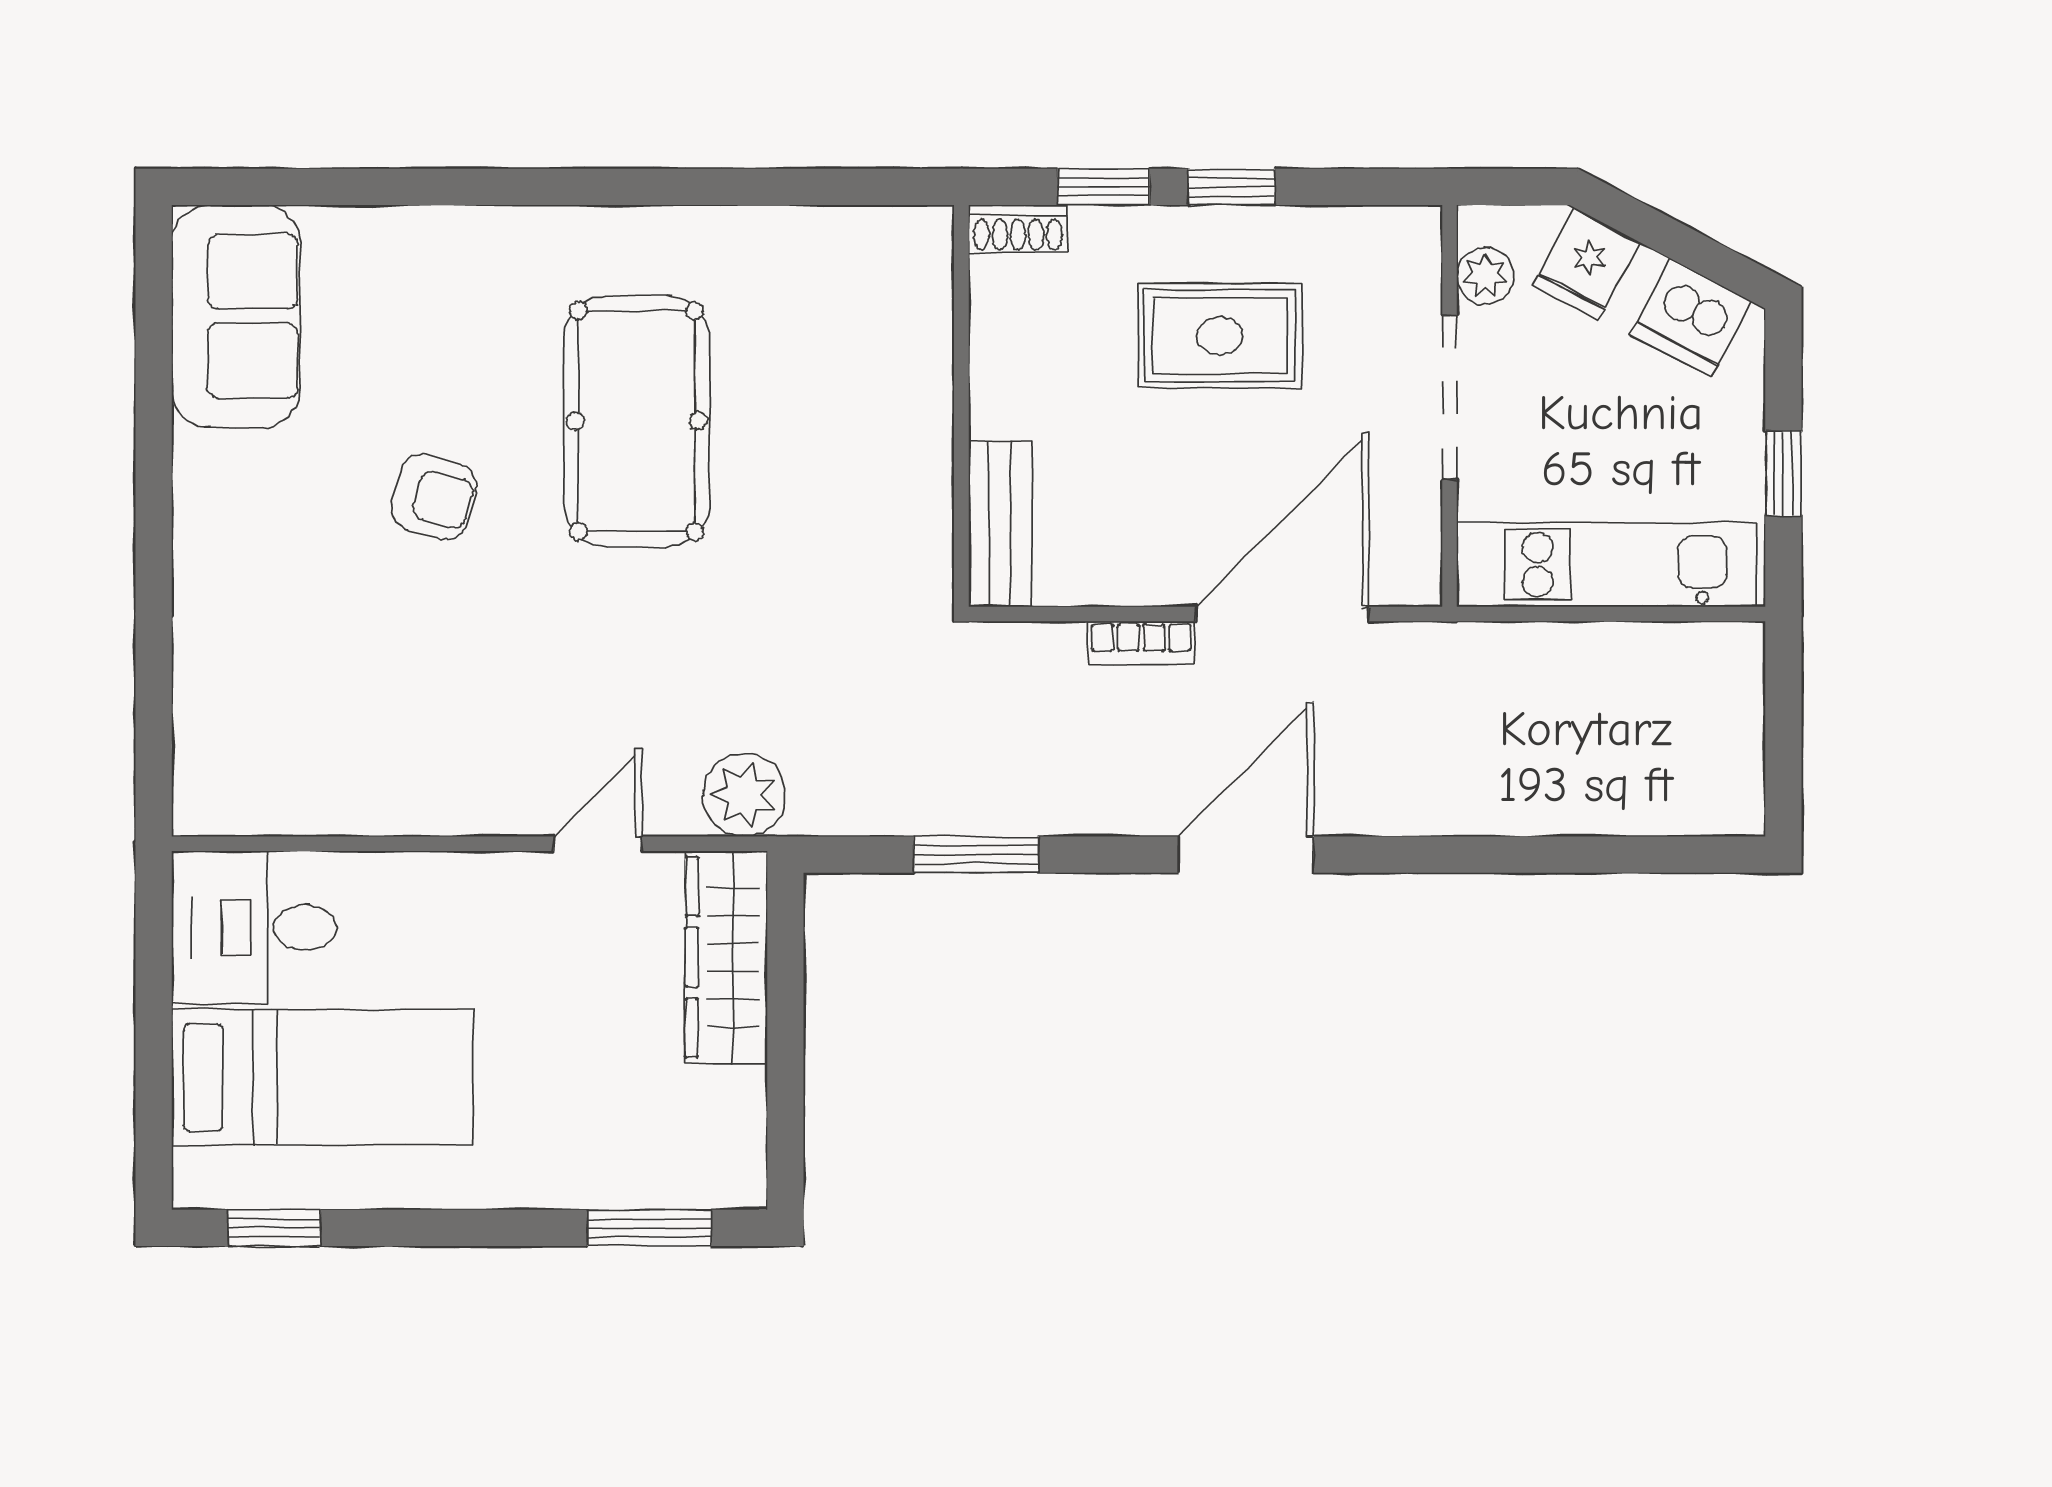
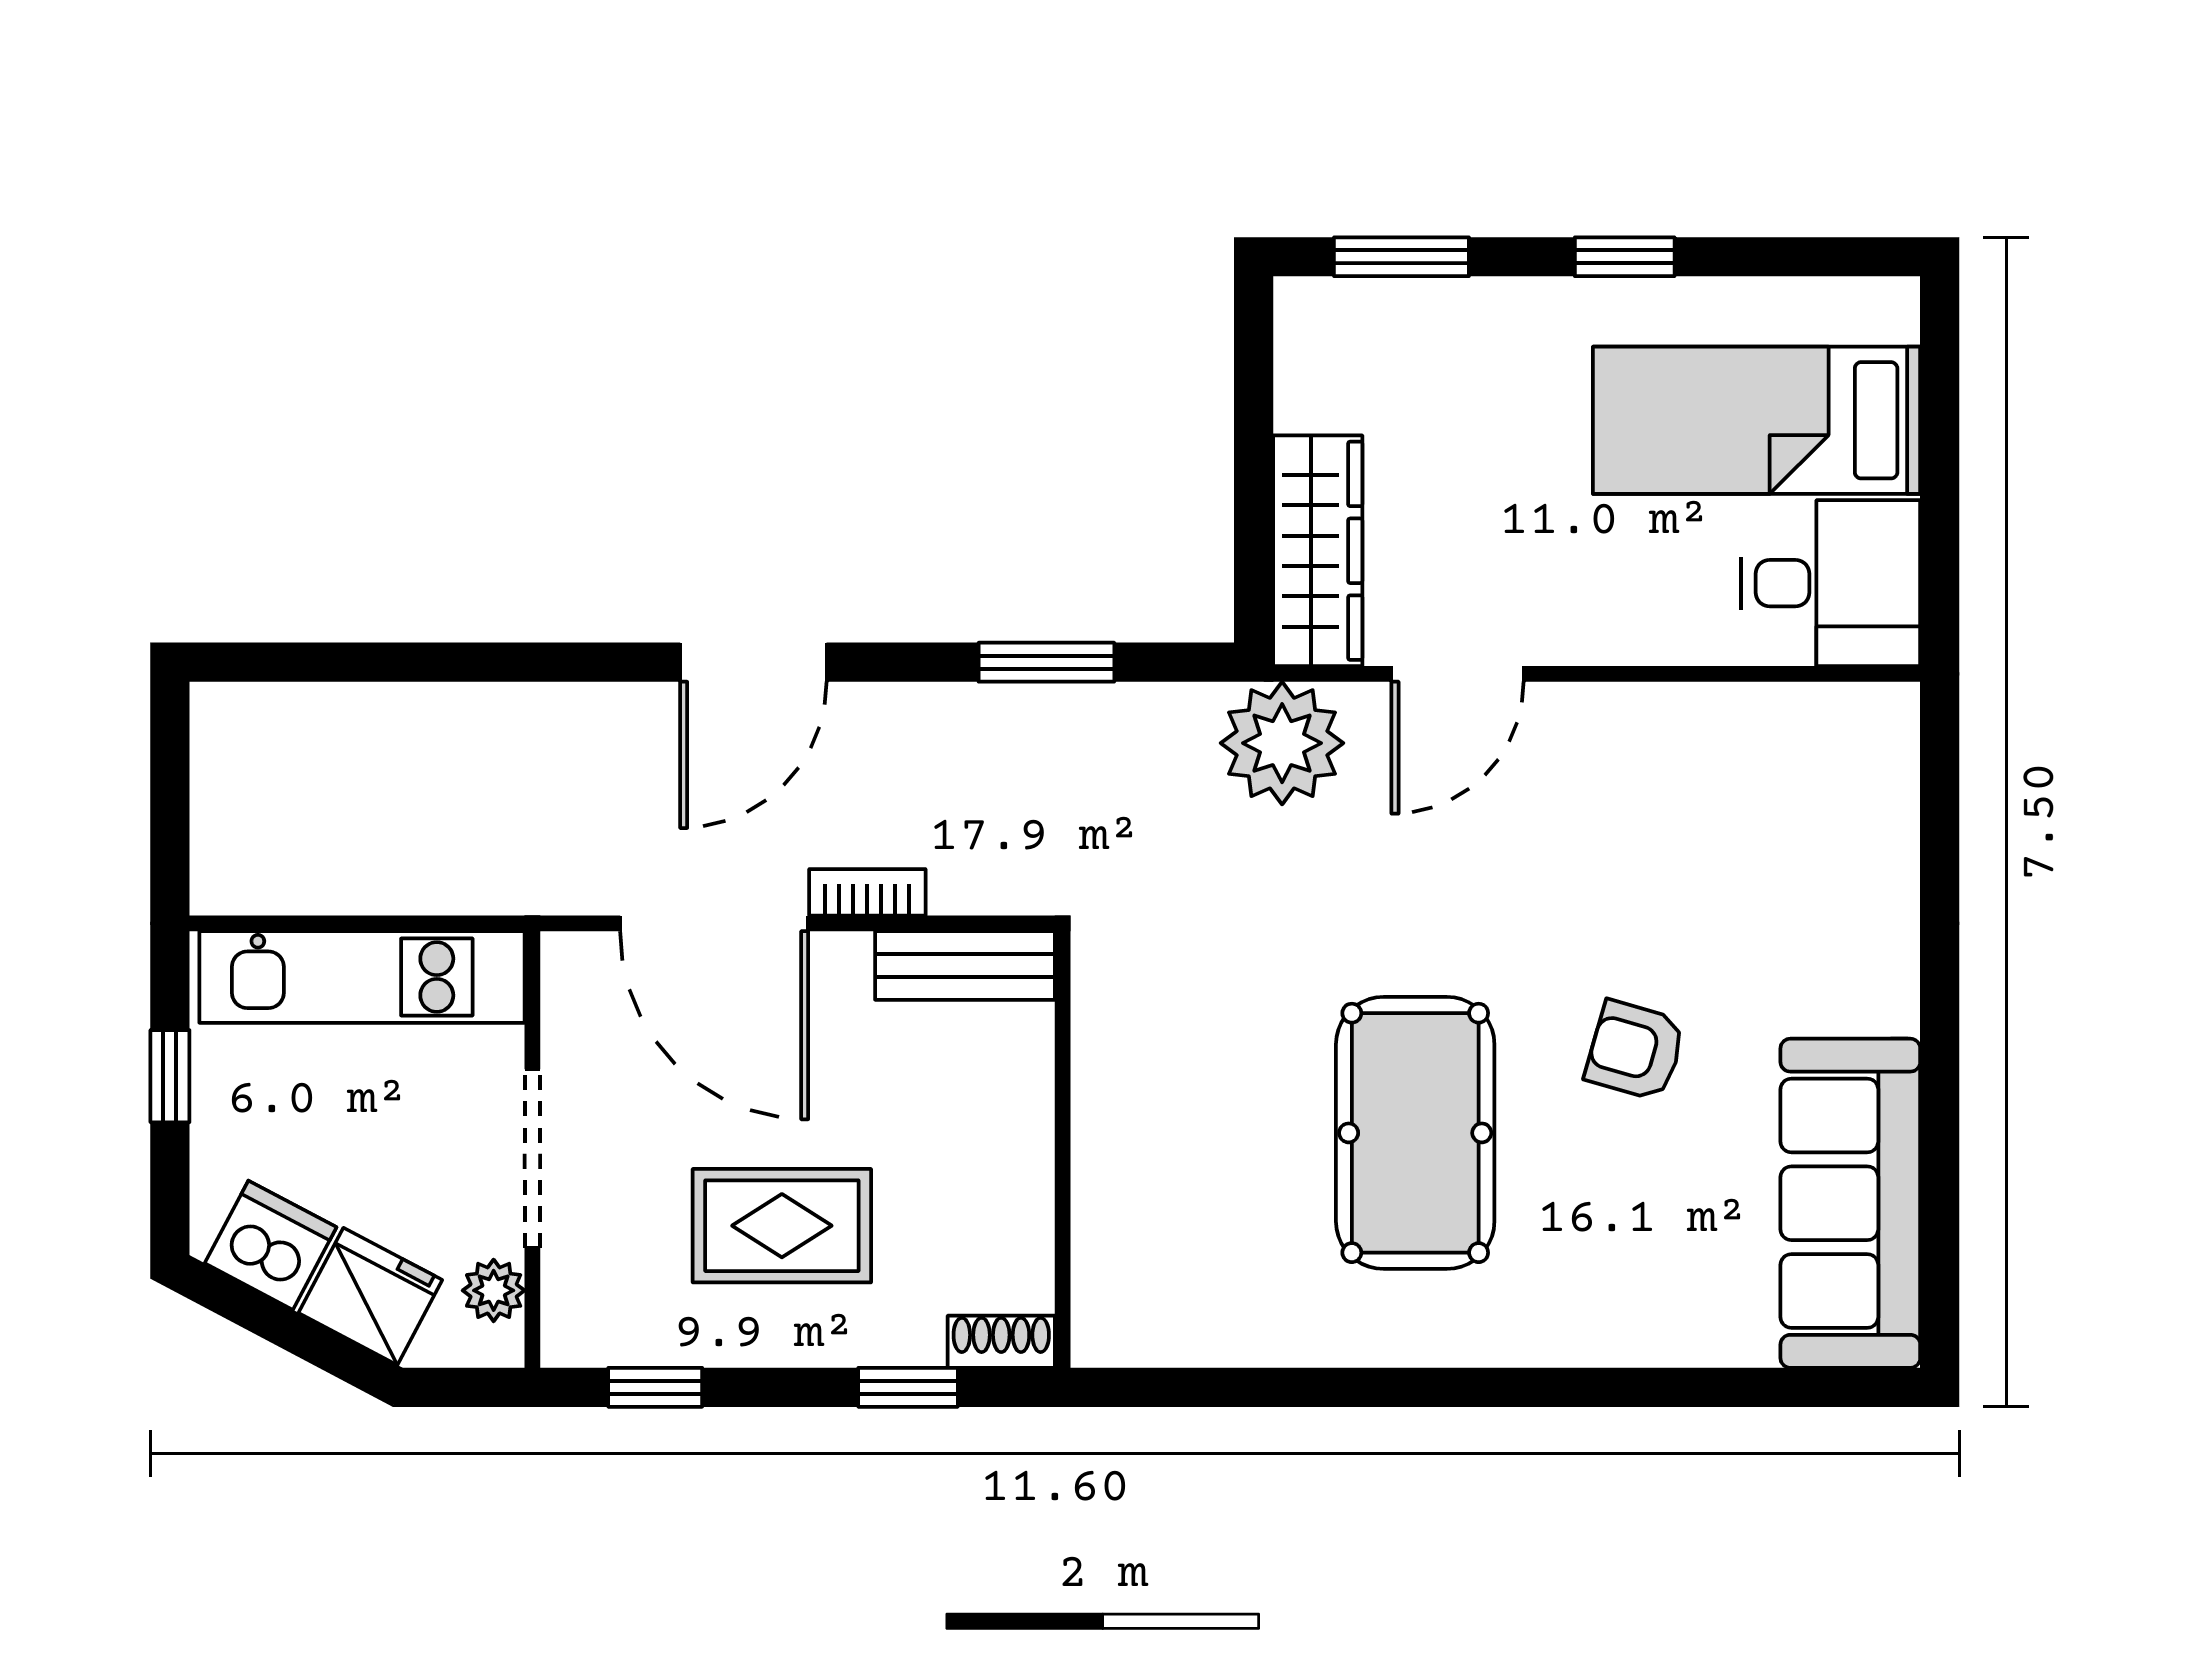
window: (1232, 187) -> (655, 1387), moved
fridge: (1586, 264) -> (370, 1296), width x1.38
sofa: (236, 316) -> (1850, 1203), width x1.36
bench: (1000, 524) -> (965, 965), moved, turned 90
door: (1282, 614) -> (714, 923), hinge flipped
plant: (744, 795) -> (1282, 743), width x1.36, depth x1.36
door: (598, 844) -> (1458, 674), width x1.38
window: (274, 1228) -> (1625, 257), moved

